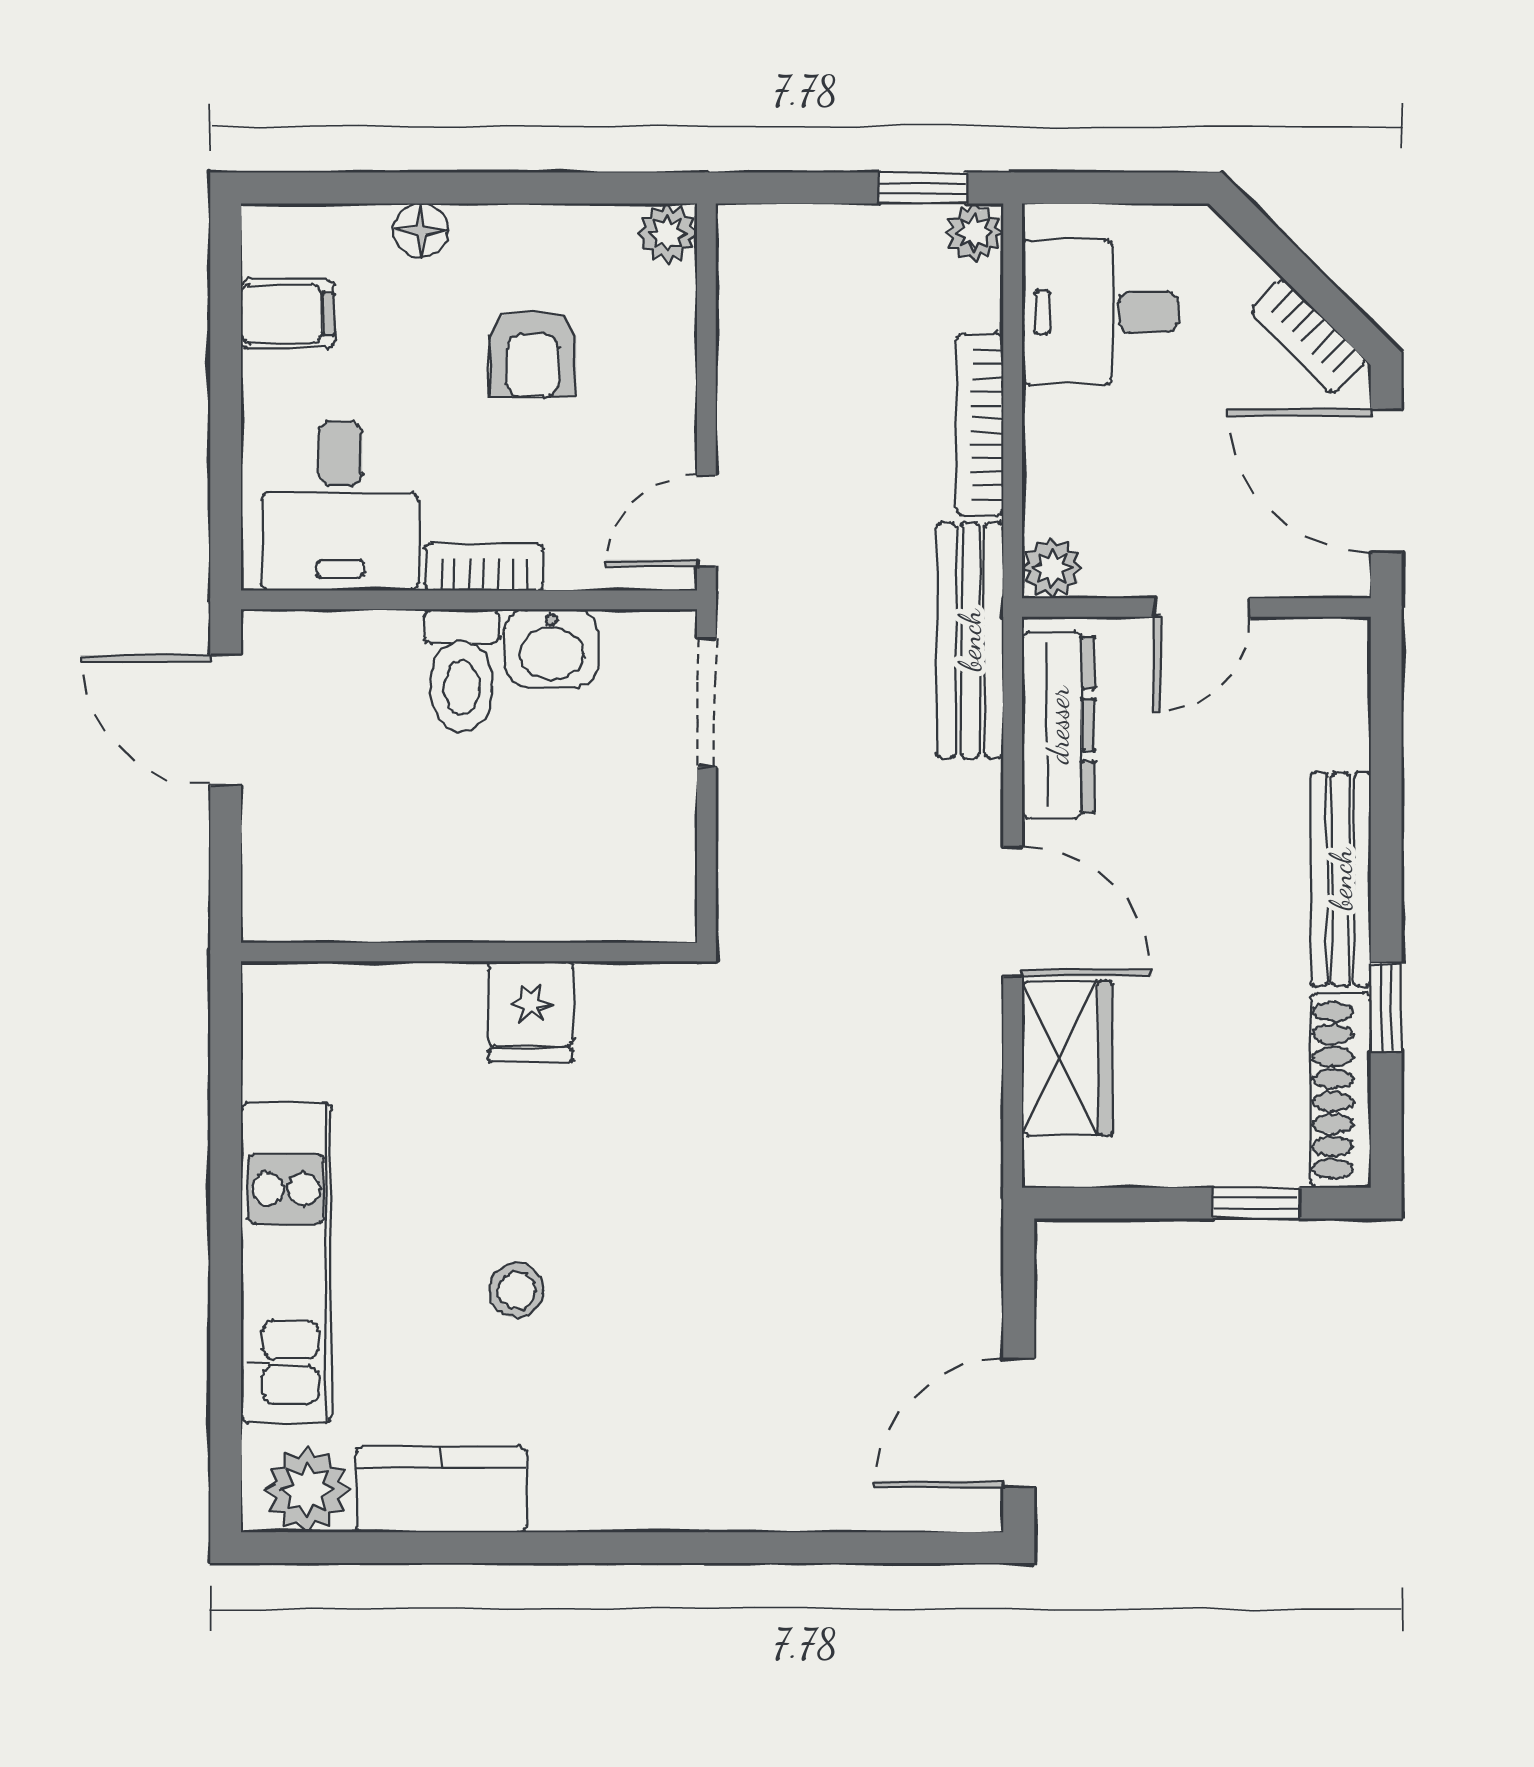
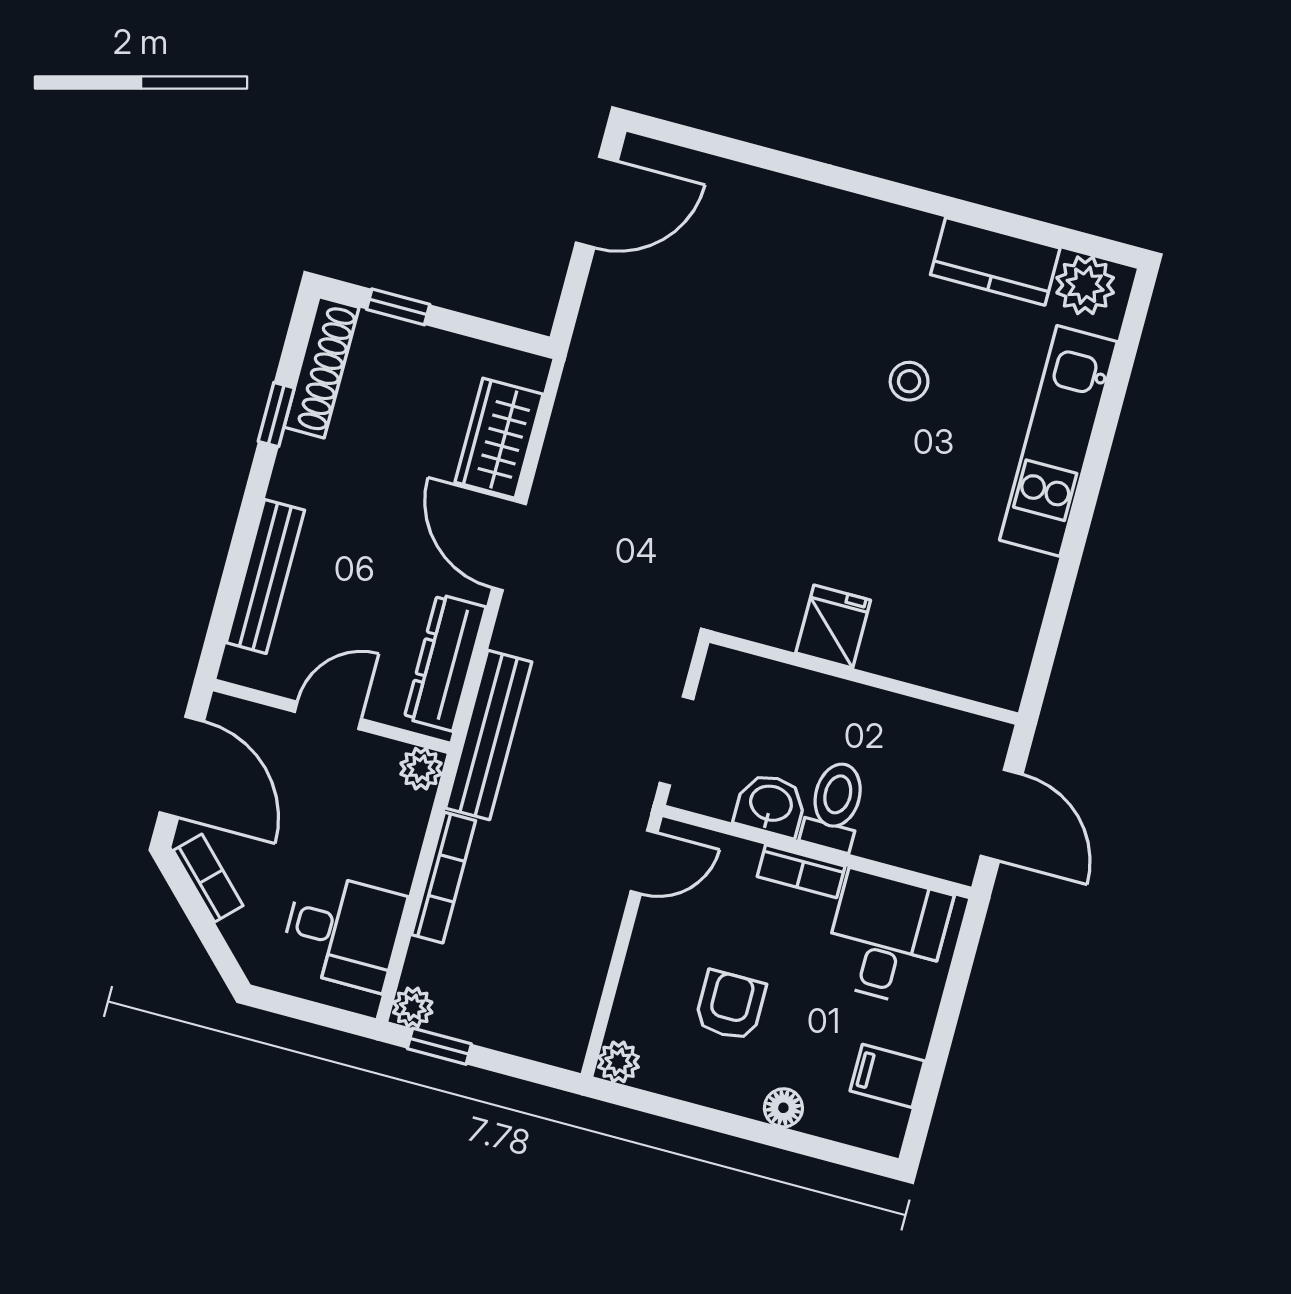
bench: (1341, 879) -> (265, 576), moved
wall: (469, 952) -> (864, 678), moved
fridge: (531, 1012) -> (833, 626), moved

